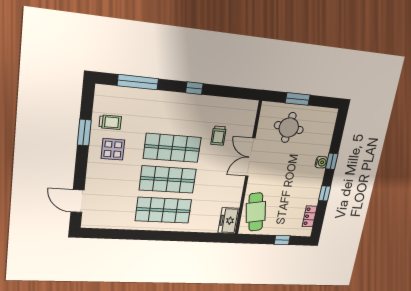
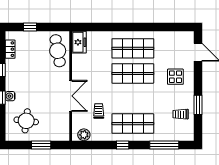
plant: (242, 107) -> (84, 135), added
round table: (289, 128) -> (26, 121), moved
shop shelf: (172, 148) -> (133, 124), moved
display table: (113, 149) -> (175, 77), moved

